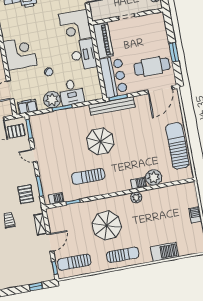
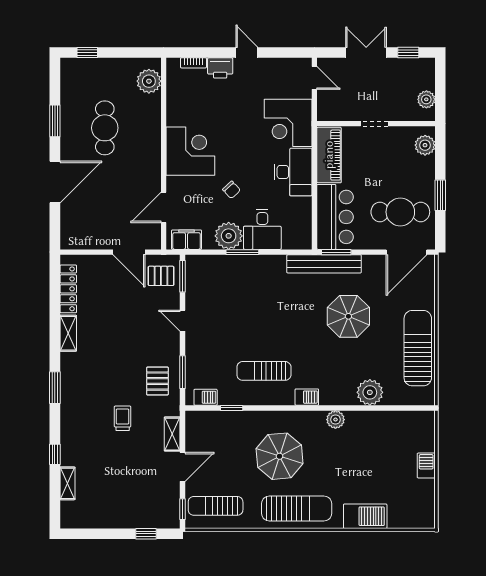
plant: (159, 24) -> (425, 145), added
parasol: (100, 141) -> (348, 316), moved
barbecue: (139, 183) -> (307, 397), moved
sun lounger: (123, 255) -> (297, 508), width x1.36, depth x1.34

